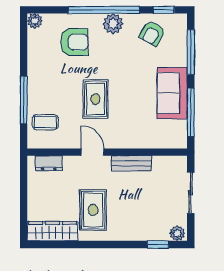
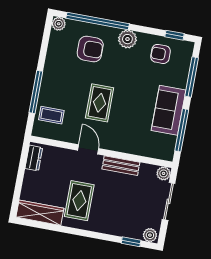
window: (104, 10) -> (98, 21), moved
armchair: (152, 33) -> (160, 54), turned 61
dresser: (49, 163) -> (34, 158), moved, turned -90
plant: (180, 163) -> (164, 173), added

